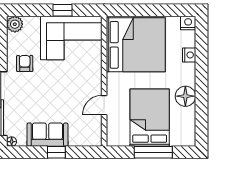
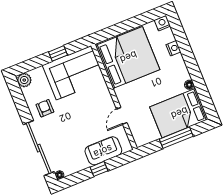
floor lamp: (185, 96) -> (189, 85), width x0.53, depth x0.53
bed: (150, 118) -> (179, 113), moved, turned -90
sofa: (47, 135) -> (103, 151), moved

